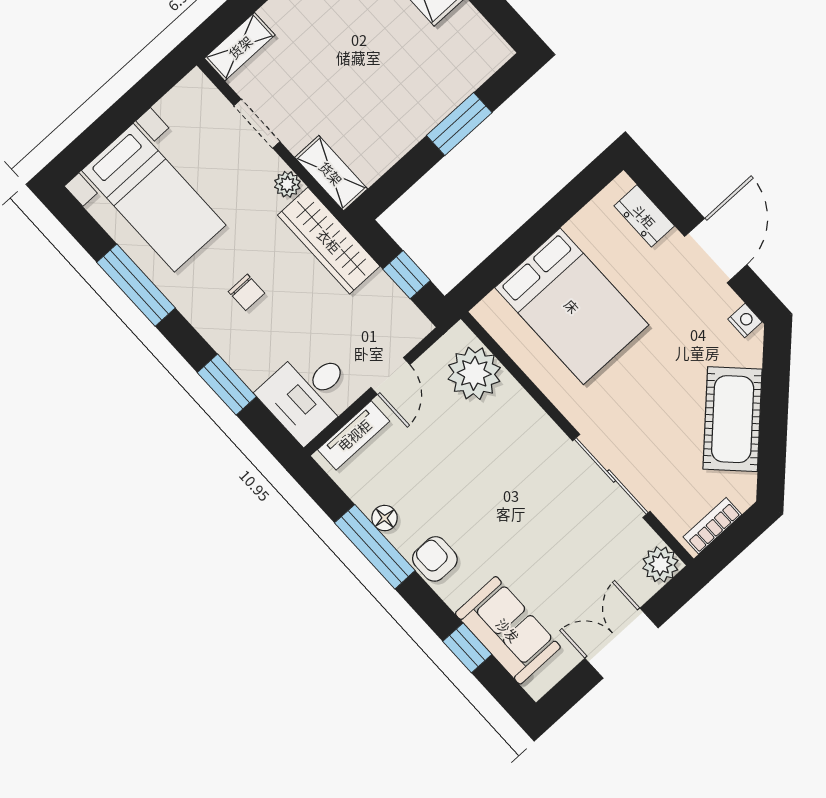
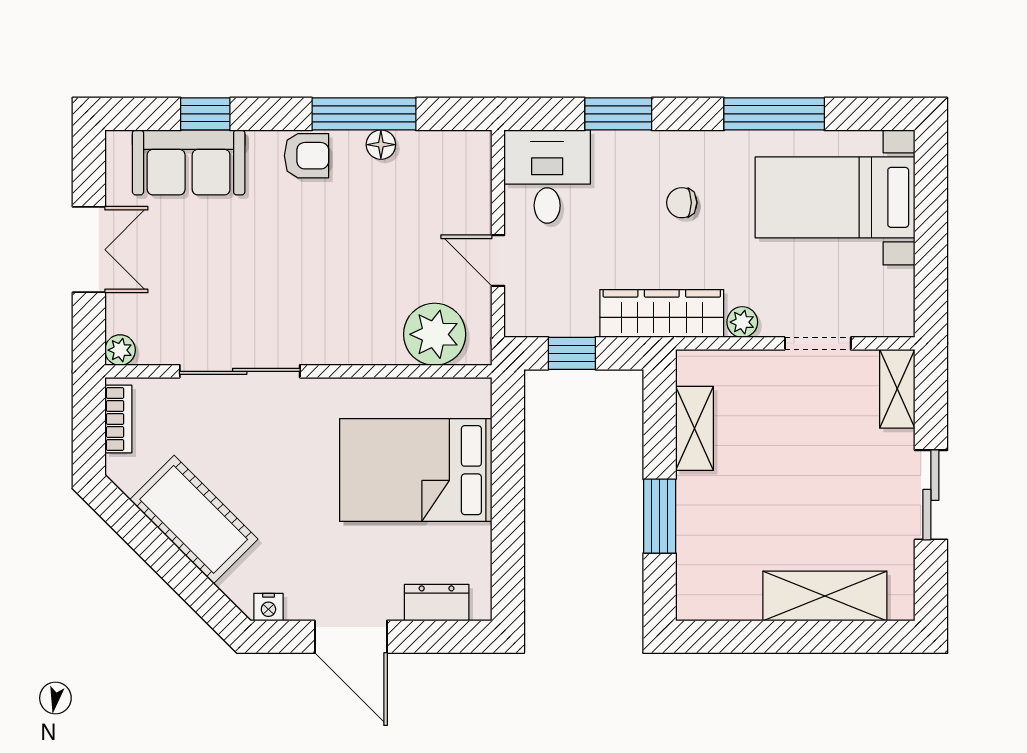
shelving: (331, 173) -> (694, 428), moved, turned 90
tv unit: (354, 435) -> (476, 183), removed
plant: (660, 564) -> (120, 350), width x0.73, depth x0.73

